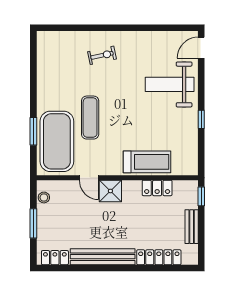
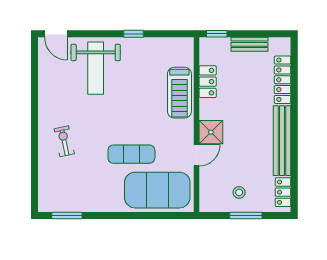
window: (33, 131) -> (67, 215), moved
treadmill: (147, 162) -> (179, 93), turned 180
stool: (44, 197) -> (239, 193), moved

